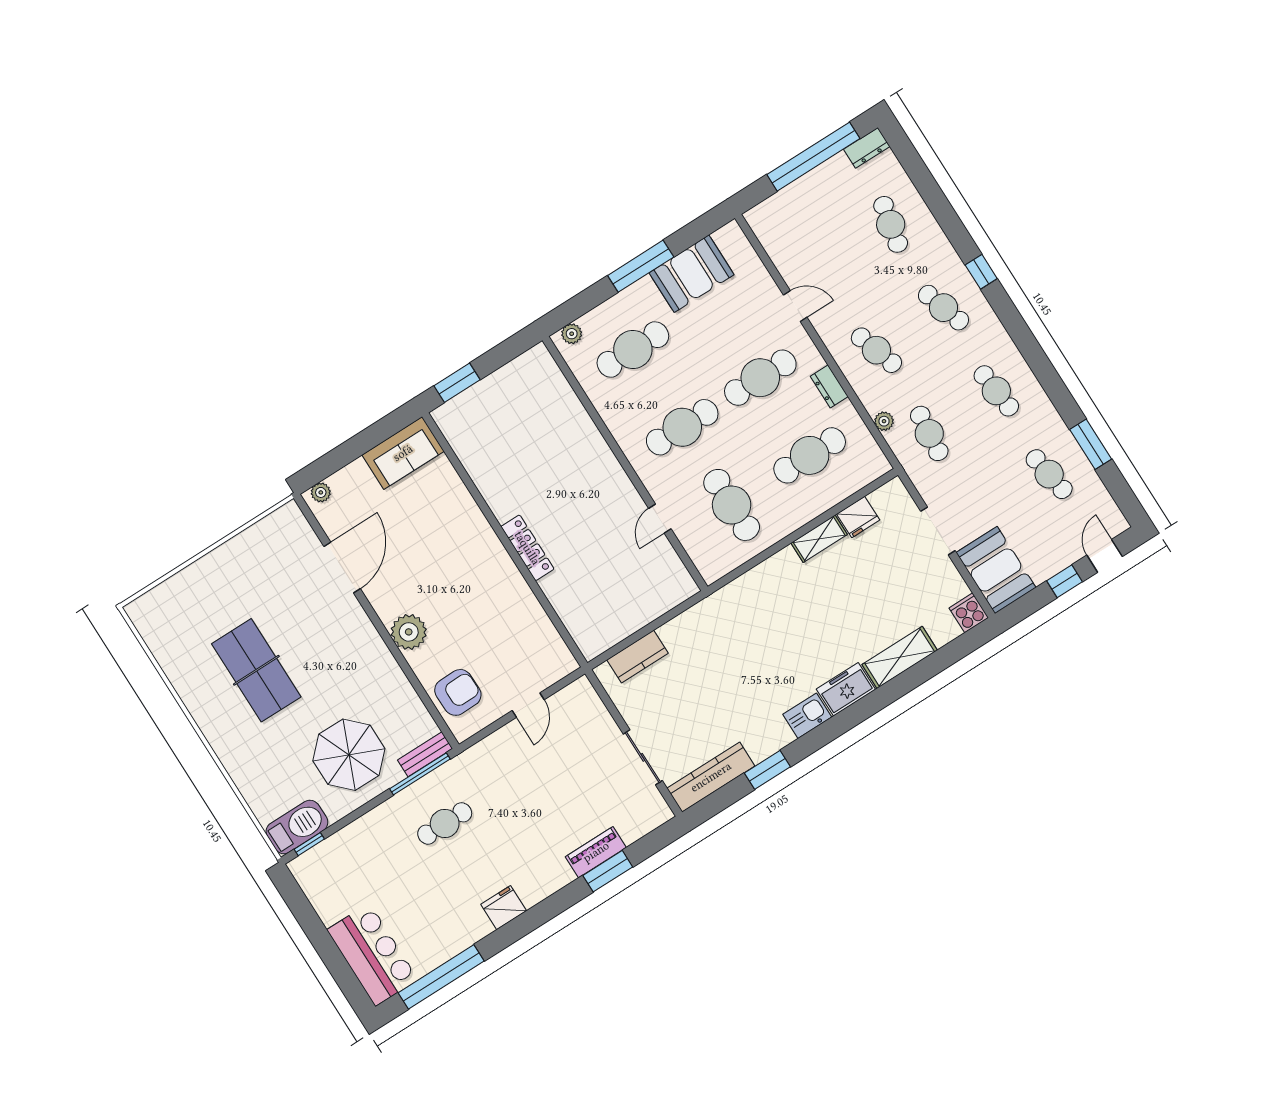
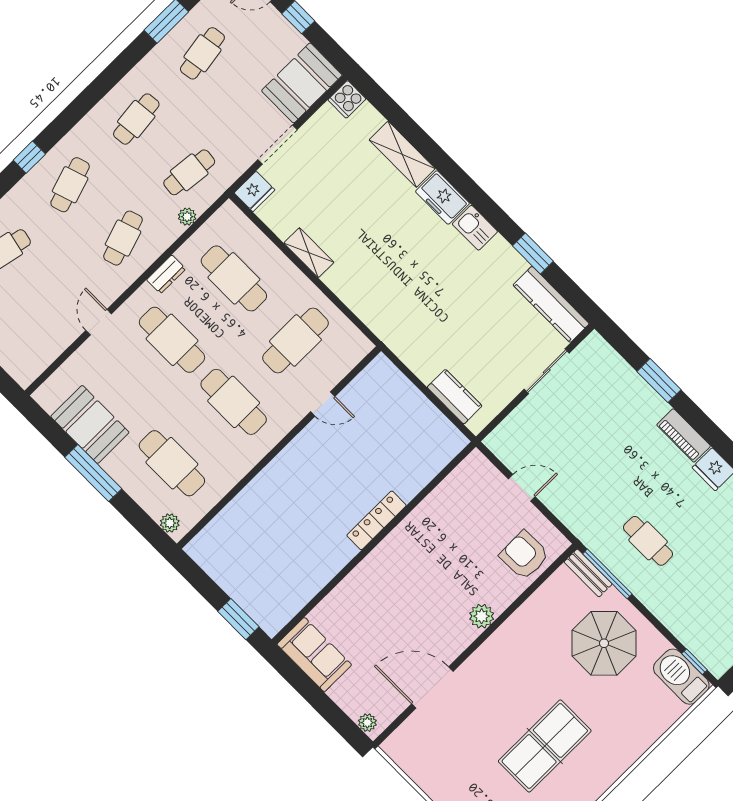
fridge: (858, 517) -> (254, 191), moved, turned 90
plant: (409, 632) -> (482, 616), width x0.73, depth x0.73
piano: (596, 852) -> (684, 435), moved

